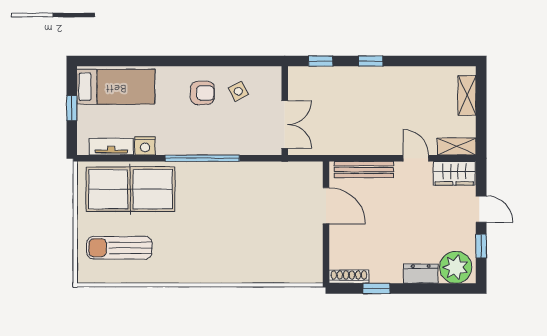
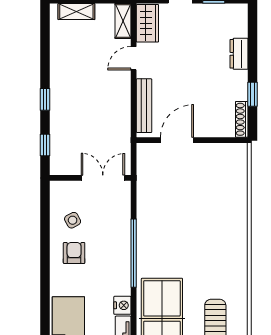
plant: (456, 267) -> (233, 22), removed

